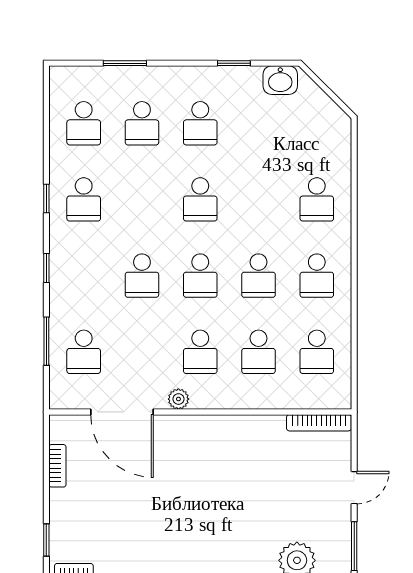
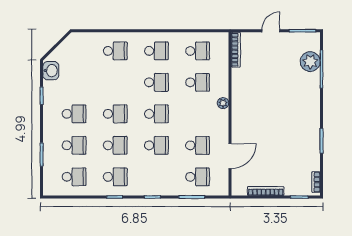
school desk: (142, 199) -> (115, 145), added
school desk: (200, 352) -> (198, 145), moved
plant: (178, 399) -> (223, 103), moved
door: (122, 412) -> (230, 156), width x0.73
bookcase: (57, 466) -> (266, 191), width x1.56
door: (354, 488) -> (271, 31), hinge flipped

